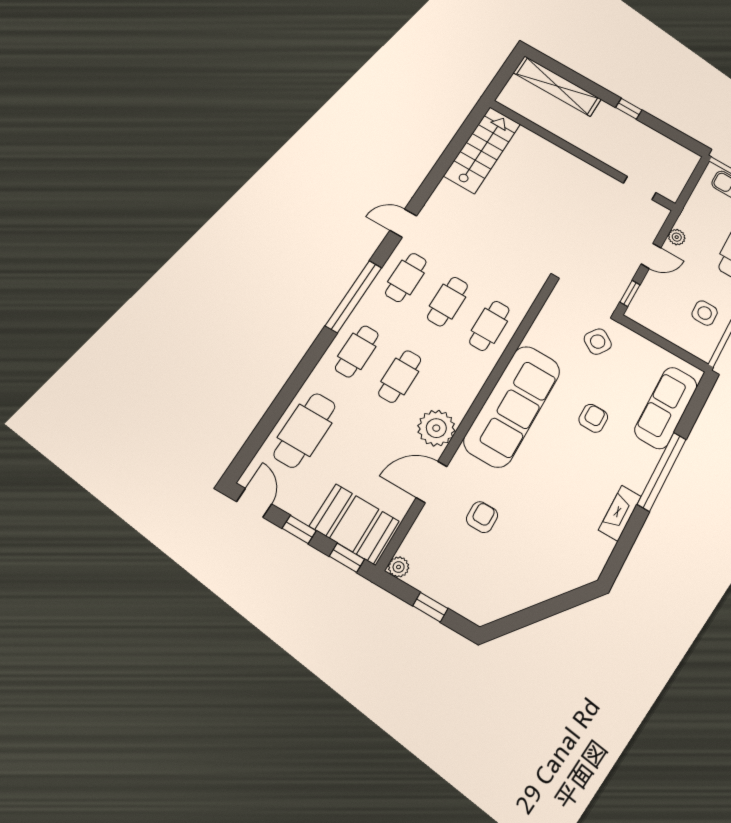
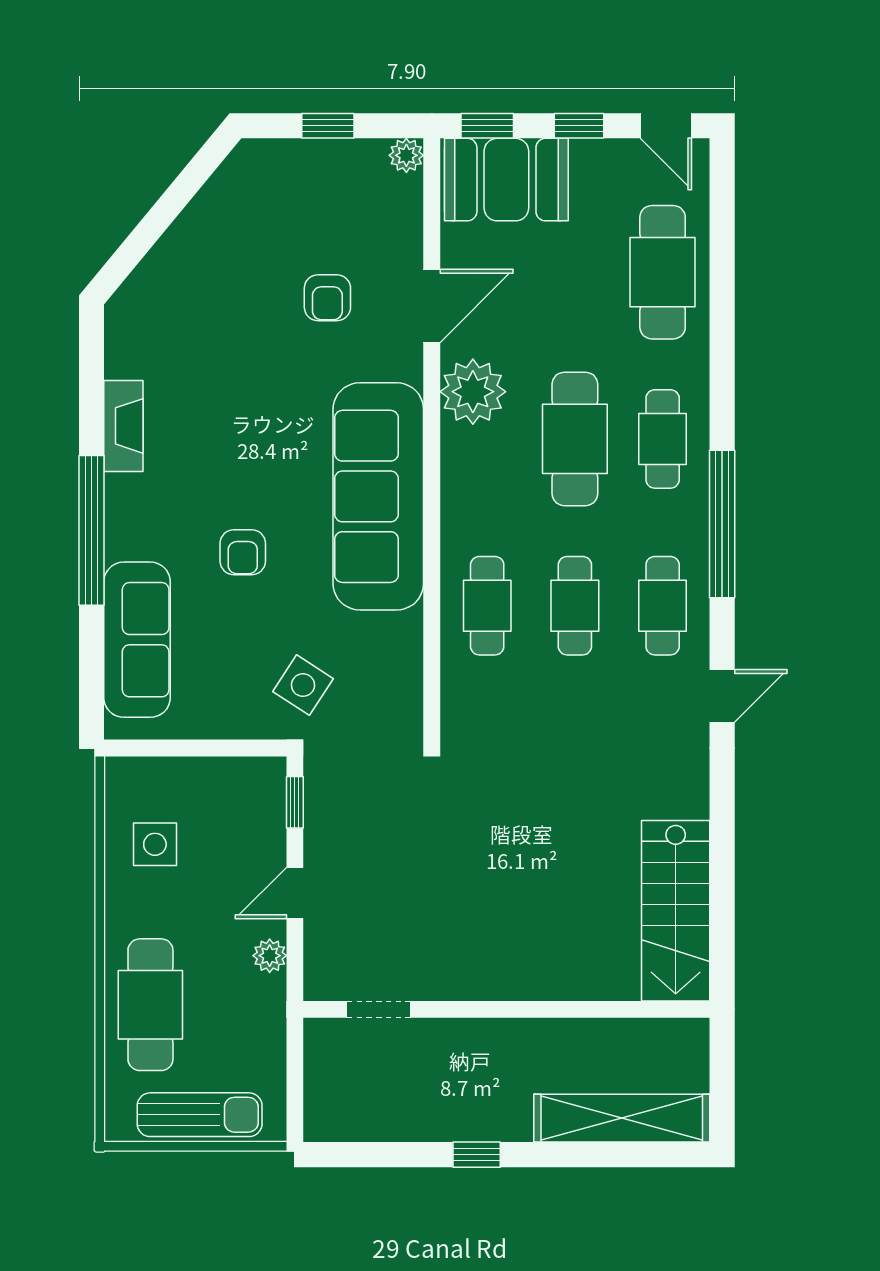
cafe table: (400, 376) -> (575, 439), width x1.37, depth x1.35

